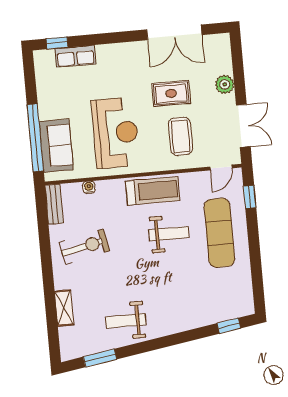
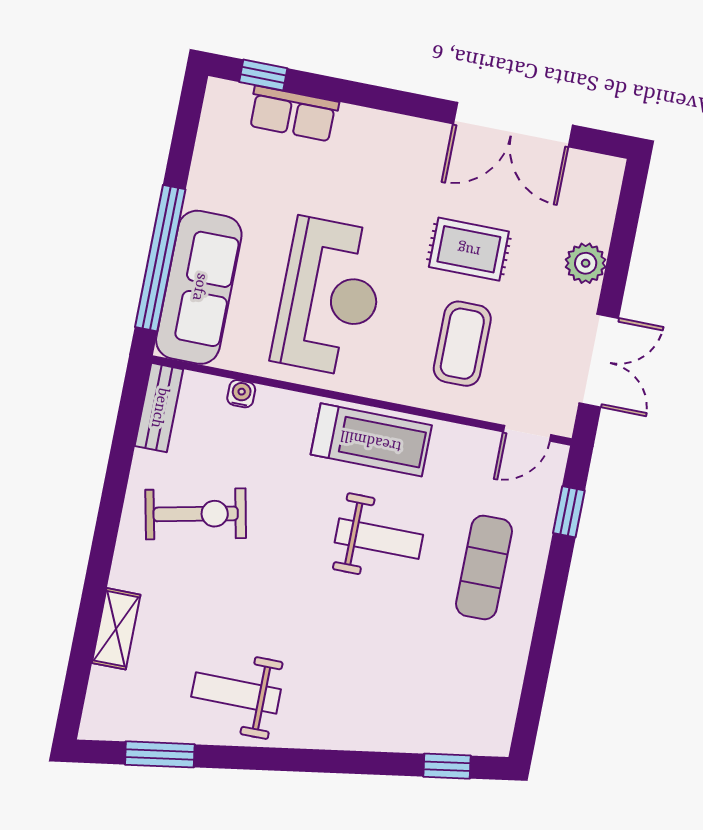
sofa: (56, 146) -> (199, 287), width x1.36
exercise mat: (219, 233) -> (484, 567), width x0.73, depth x0.69

